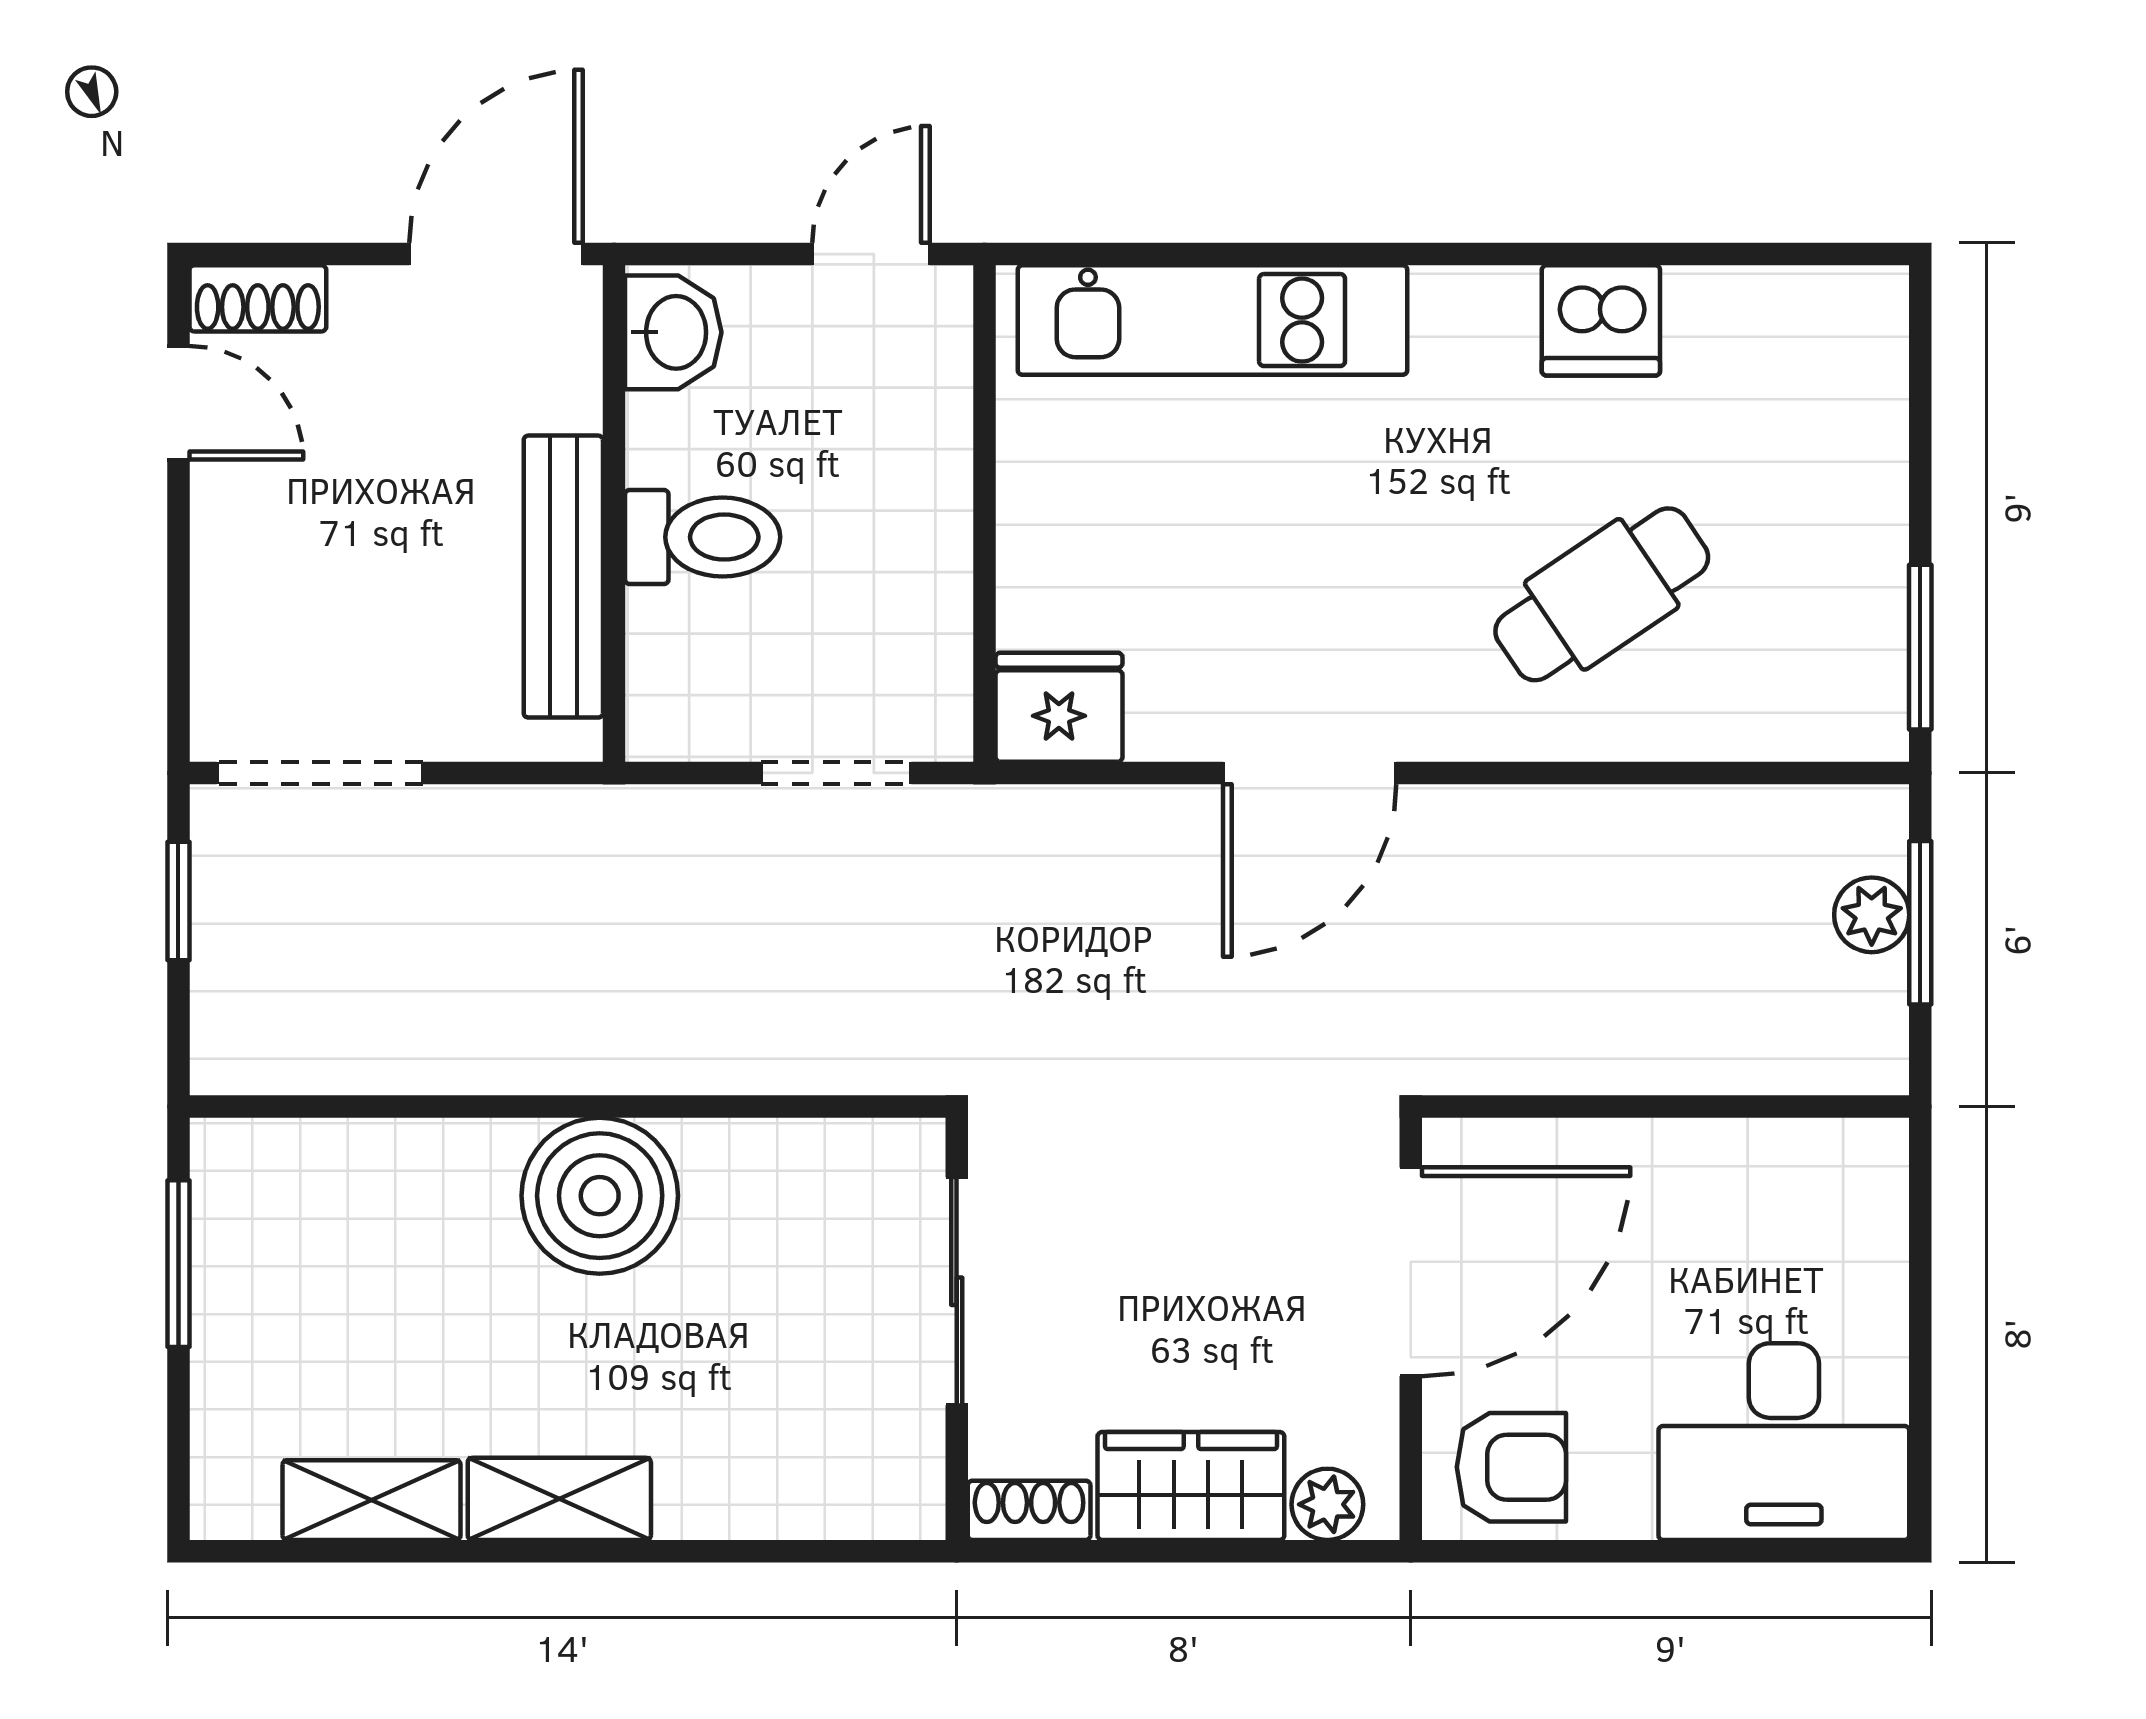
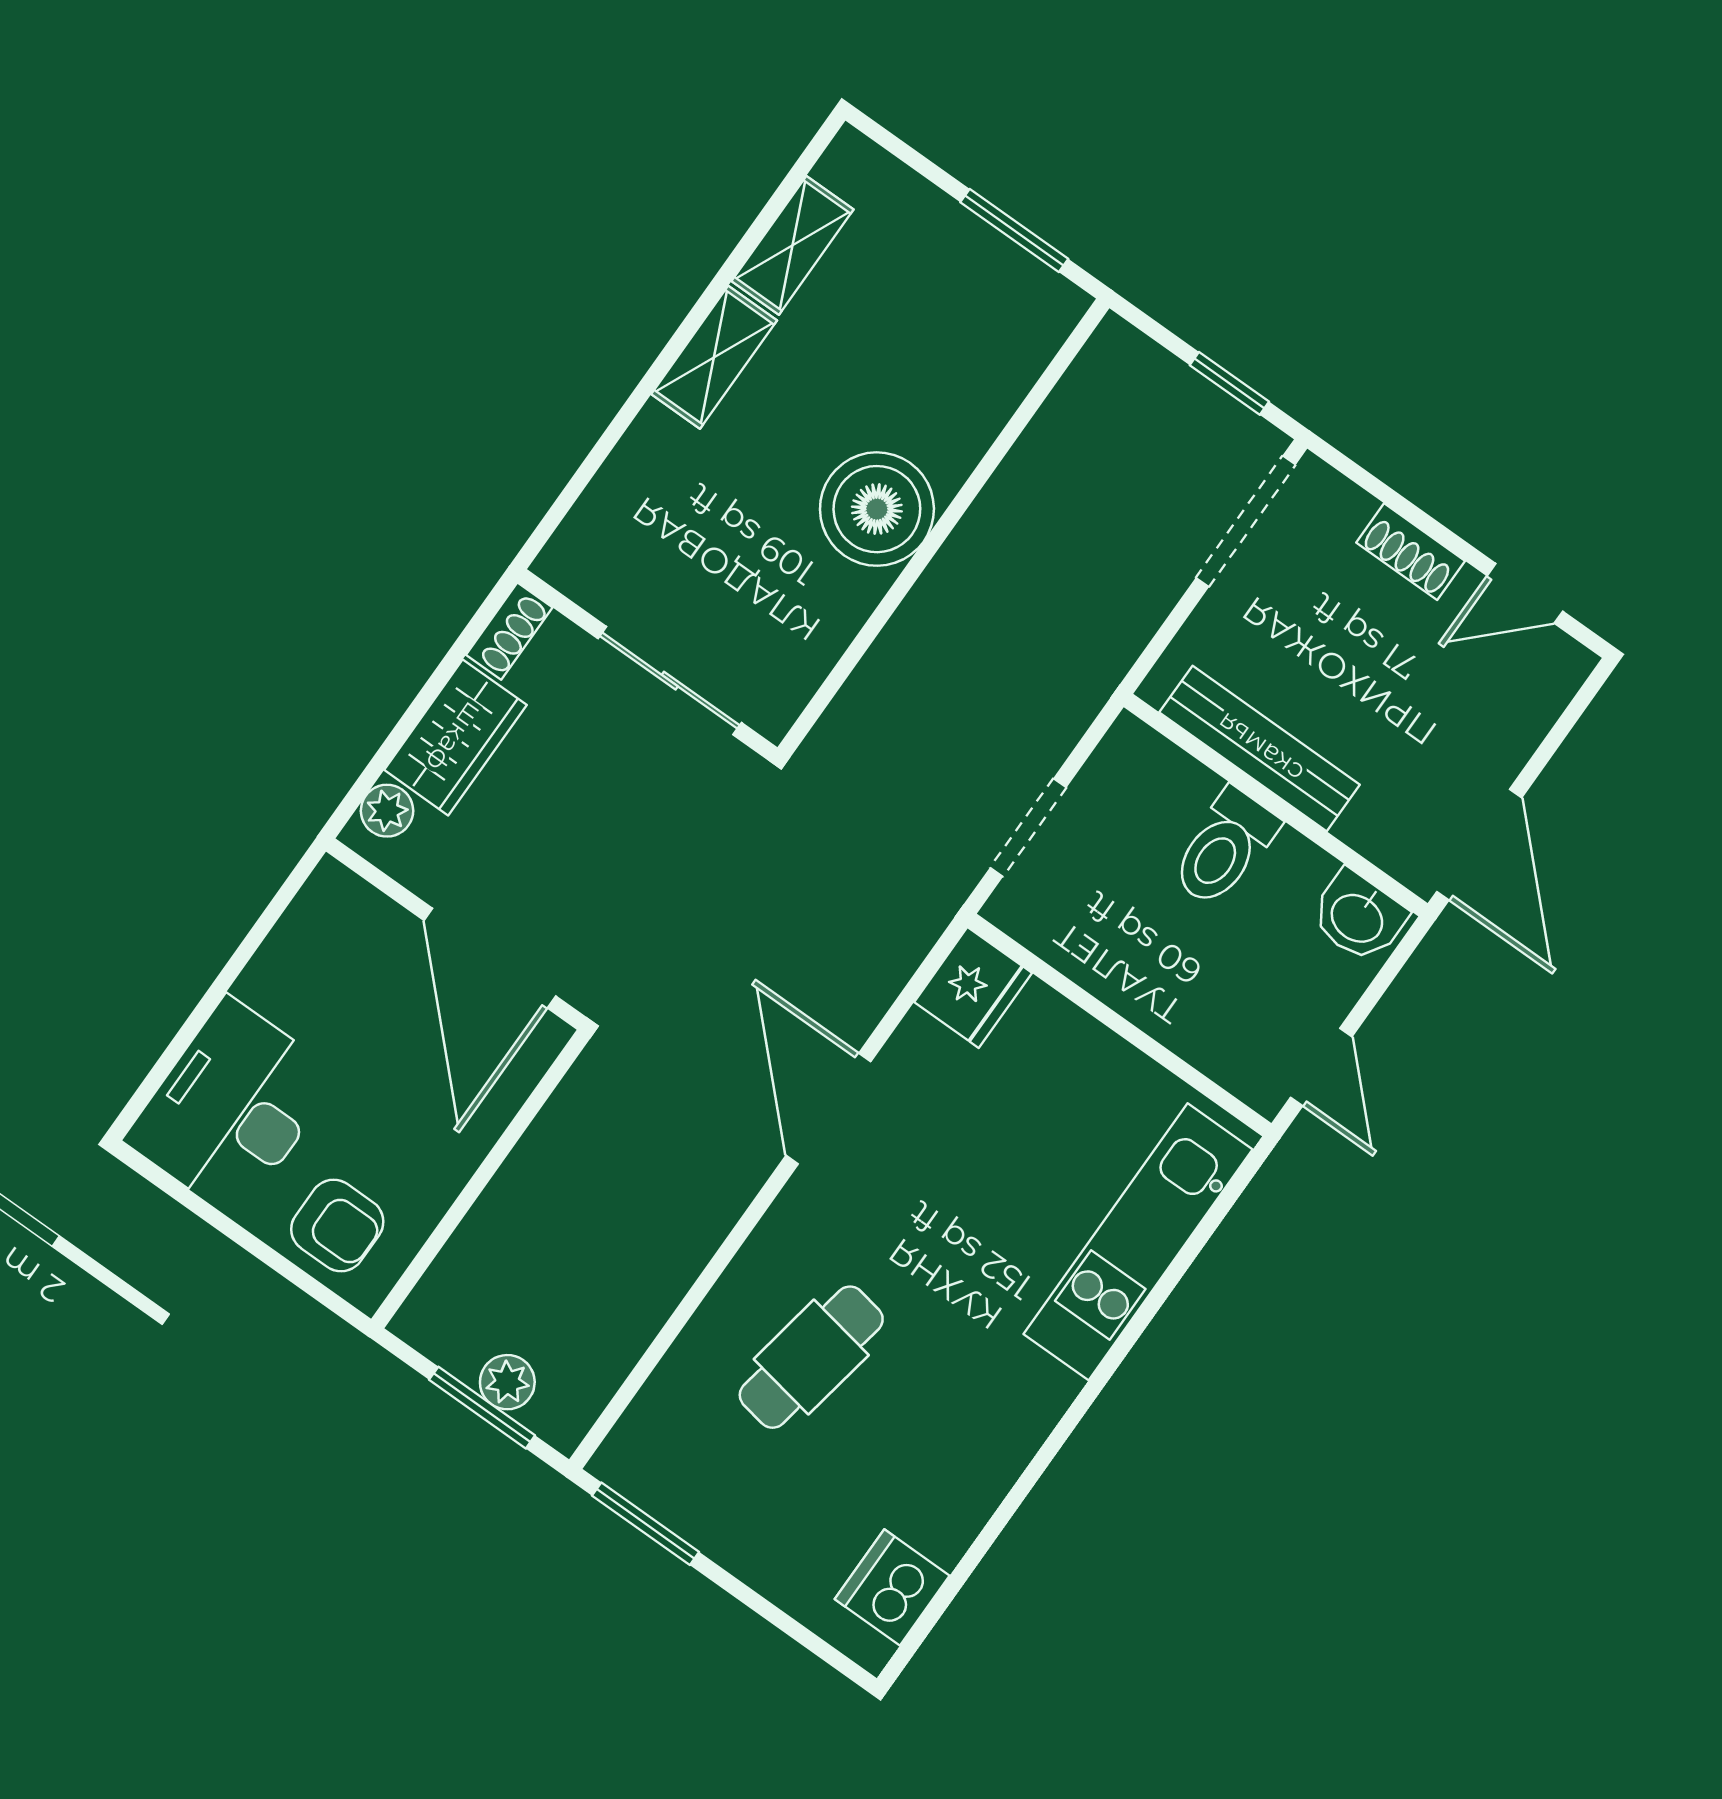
shoe rack: (258, 298) -> (1411, 552), moved, turned -90
dishwasher: (1601, 320) -> (892, 1587), moved
cafe table: (1602, 594) -> (811, 1357), turned 44
armchair: (1511, 1467) -> (337, 1225), moved, turned -90

